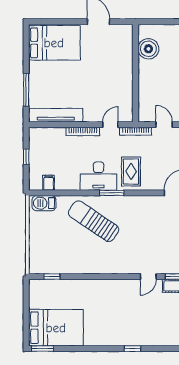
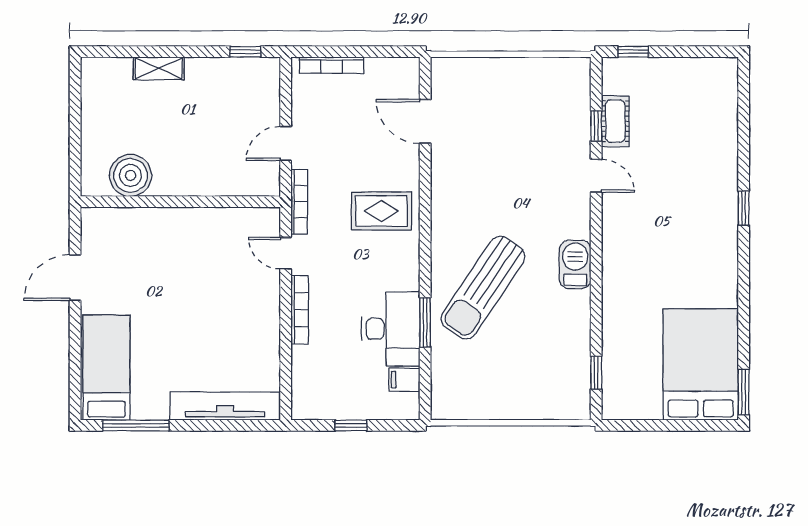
bed: (54, 43) -> (106, 368), width x0.67
window: (26, 90) -> (136, 425), moved
tv unit: (56, 115) -> (225, 406), moved, turned 90
desk: (99, 176) -> (391, 329), moved
window: (112, 193) -> (425, 322), moved
barbecue: (44, 203) -> (575, 264), moved, turned 180

